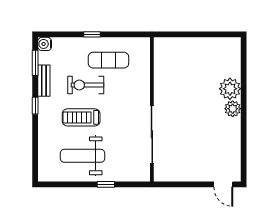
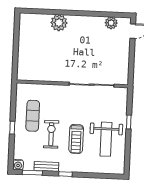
exercise bike: (86, 85) -> (51, 134), turned 180
plant: (233, 109) -> (111, 23), moved

